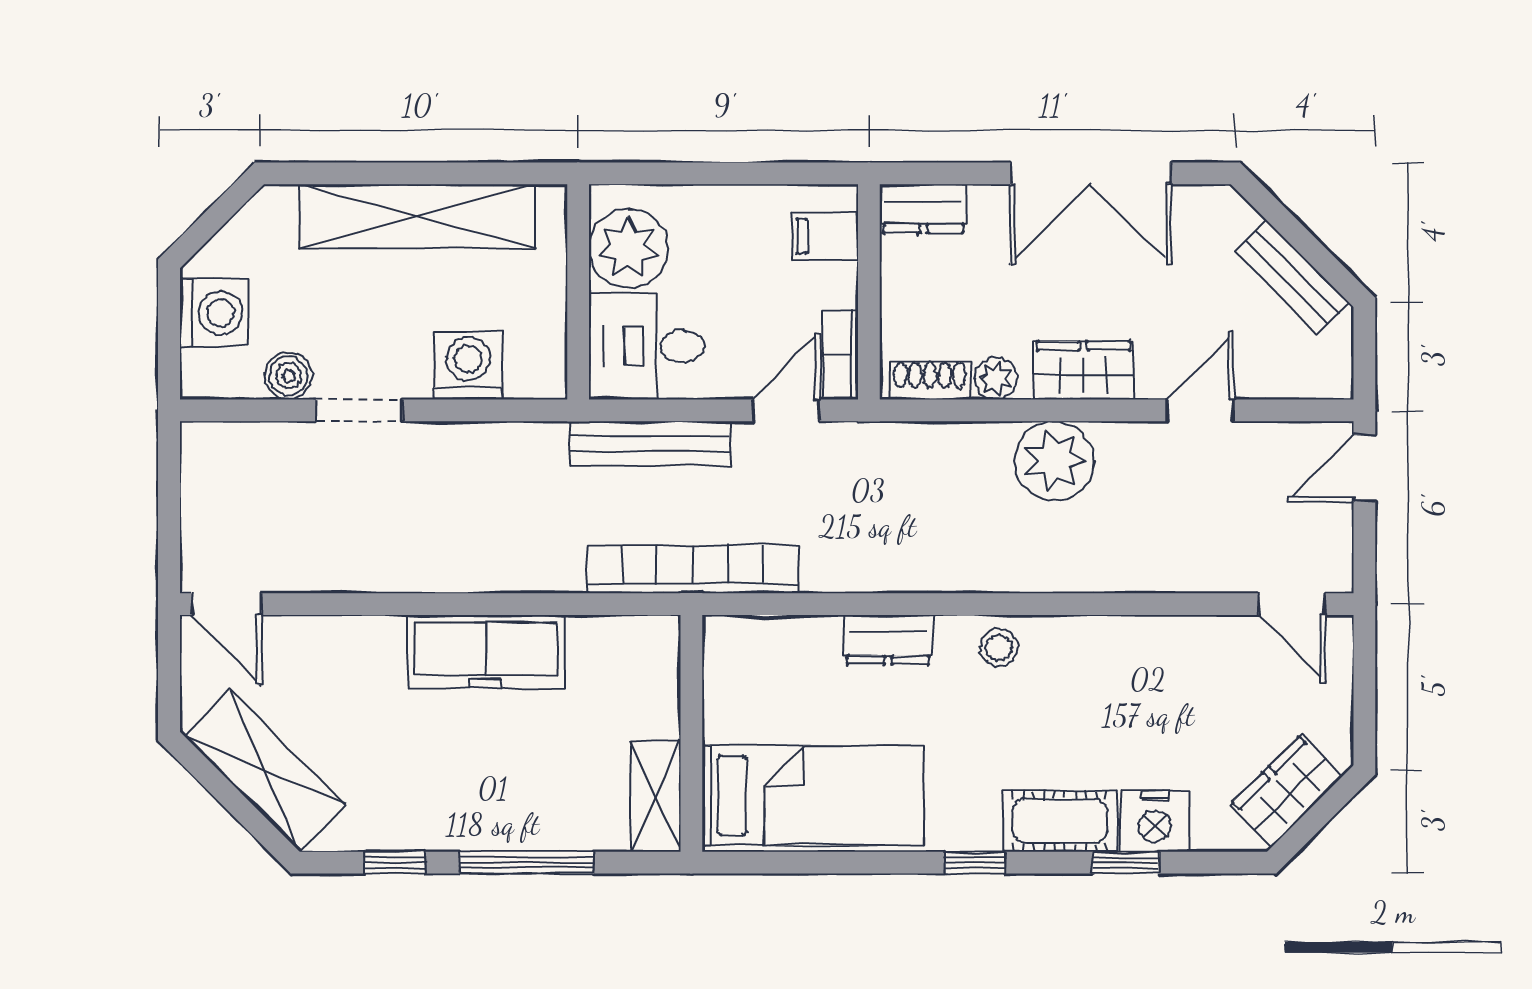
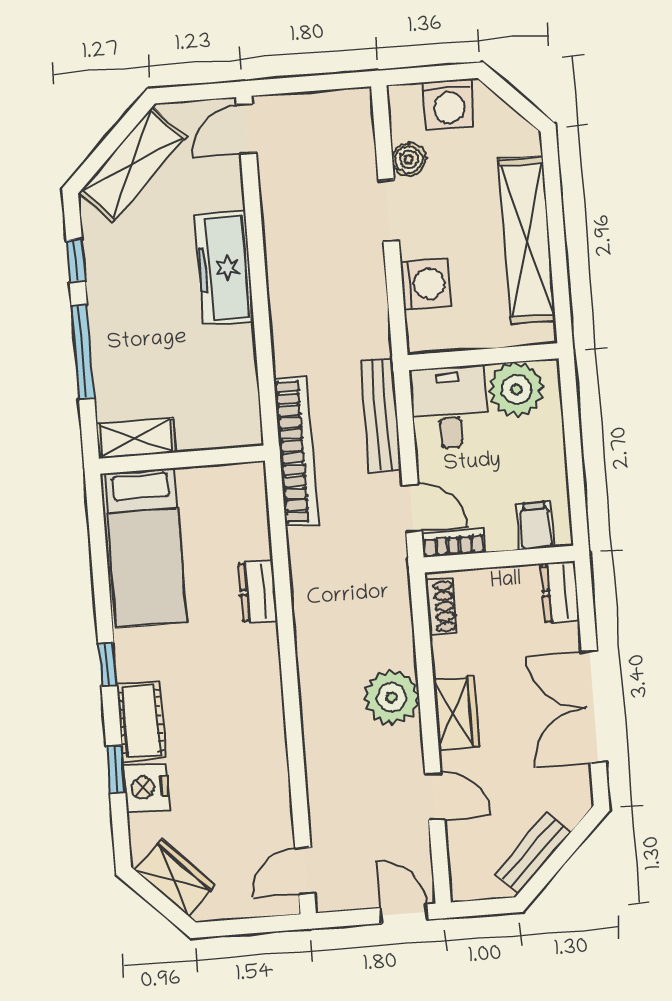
plant: (996, 378) -> (446, 652), removed
stool: (999, 648) -> (258, 669), removed
freezer: (486, 652) -> (224, 268), moved

